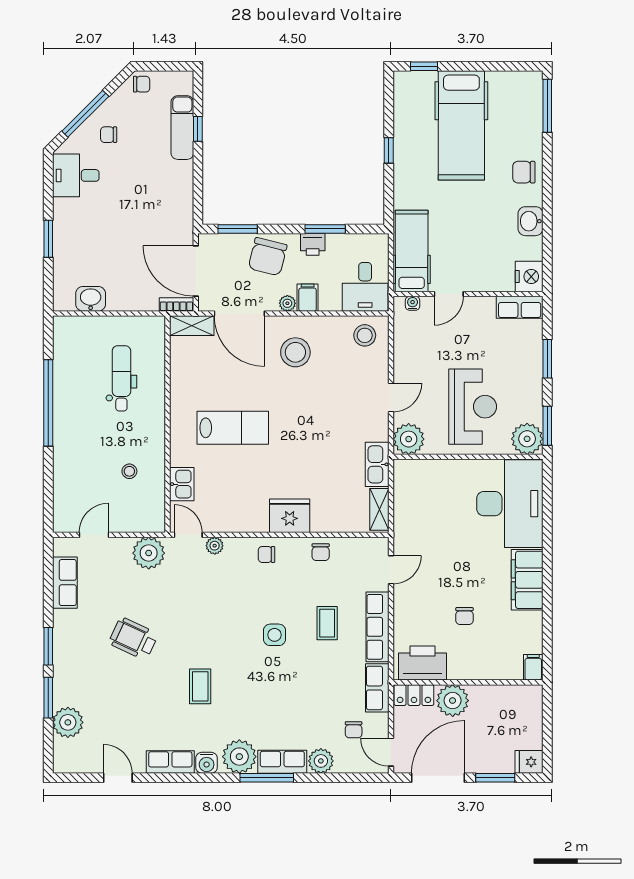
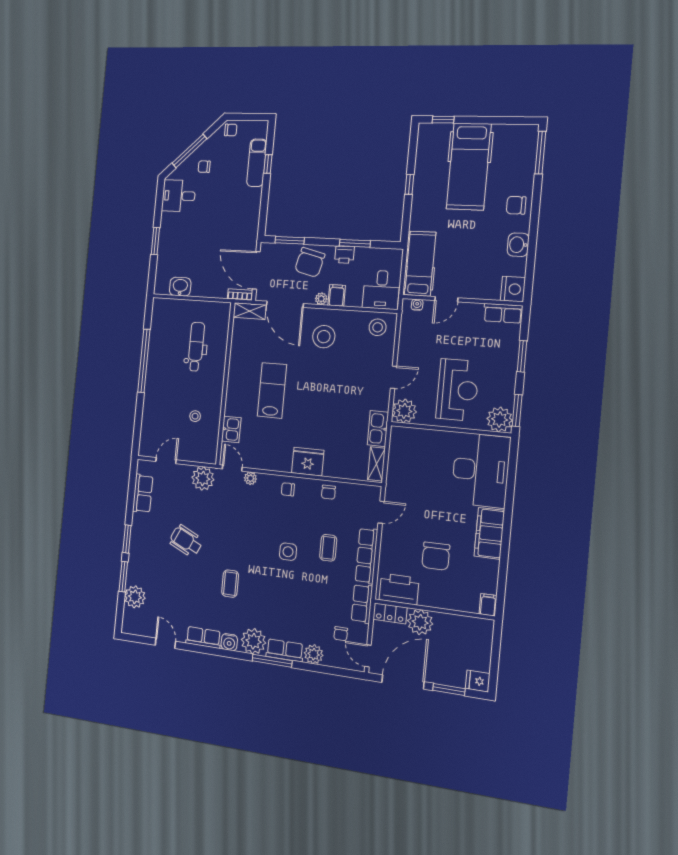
lab bench: (233, 428) -> (272, 390), turned -90
chair: (464, 616) -> (436, 556), width x1.87, depth x1.87

